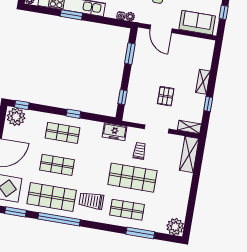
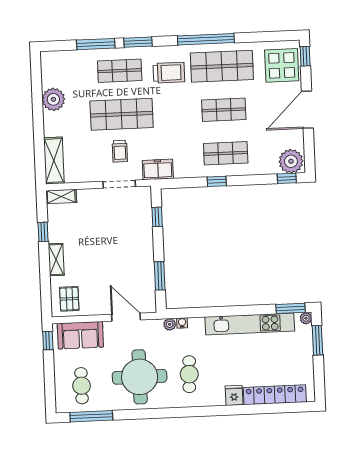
window: (224, 12) -> (48, 341), moved
window: (71, 15) -> (291, 308), moved
pallet: (166, 96) -> (69, 299), moved
doorway: (157, 129) -> (119, 184), moved
window: (15, 212) -> (138, 42), moved
plant: (175, 227) -> (53, 99), moved

